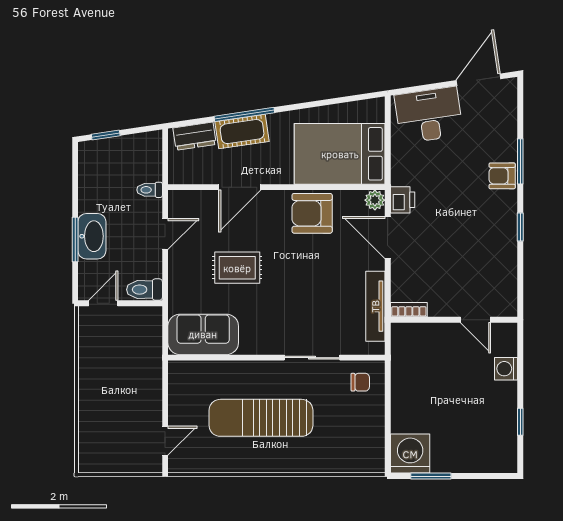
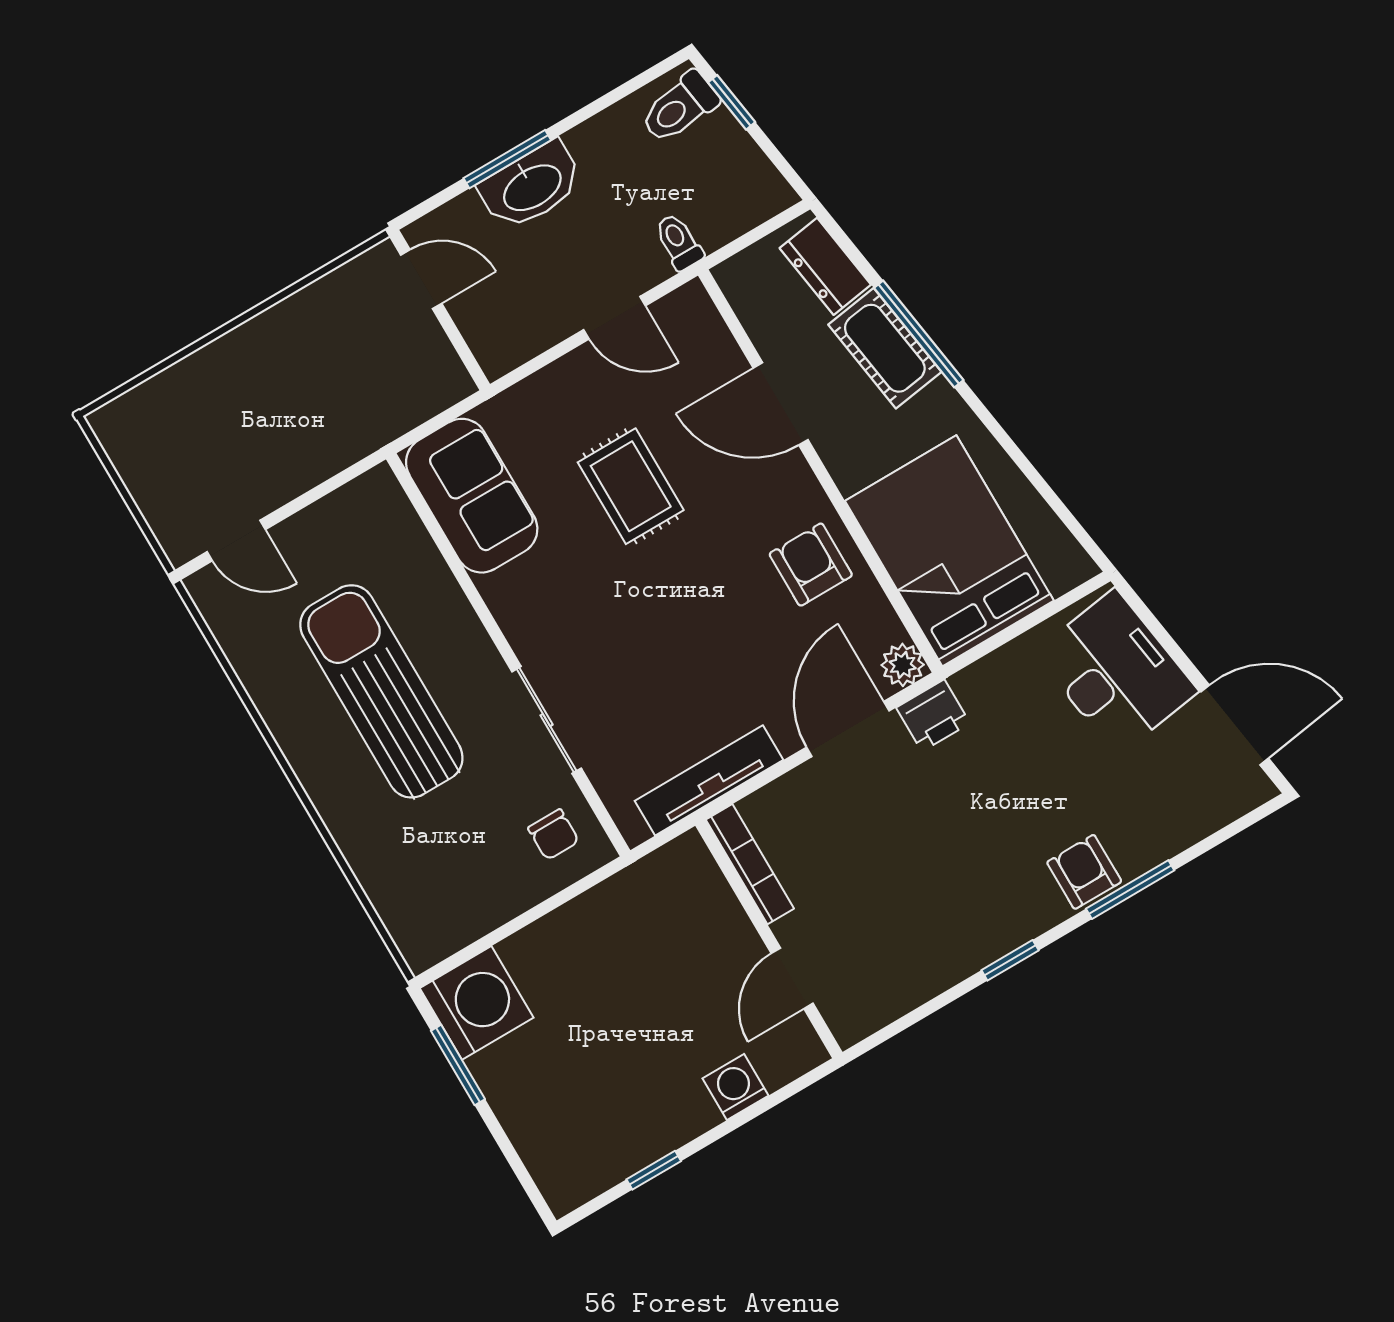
armchair: (312, 213) -> (811, 565), width x0.72, depth x0.72
toilet: (144, 290) -> (680, 107), moved, turned -98
bookcase: (409, 310) -> (750, 864), width x1.56

